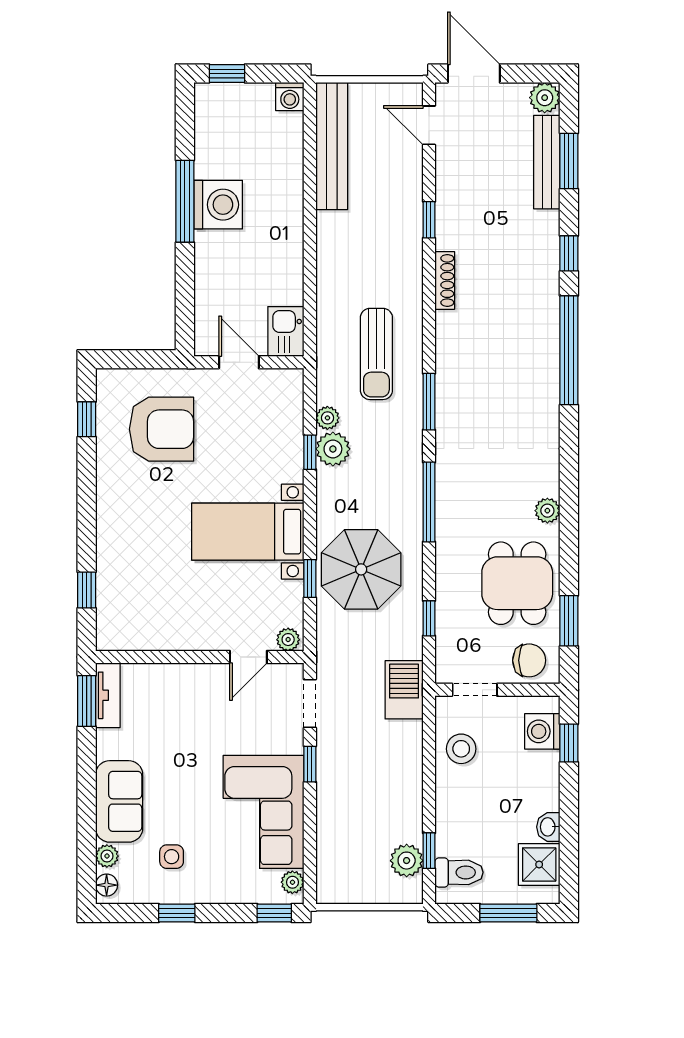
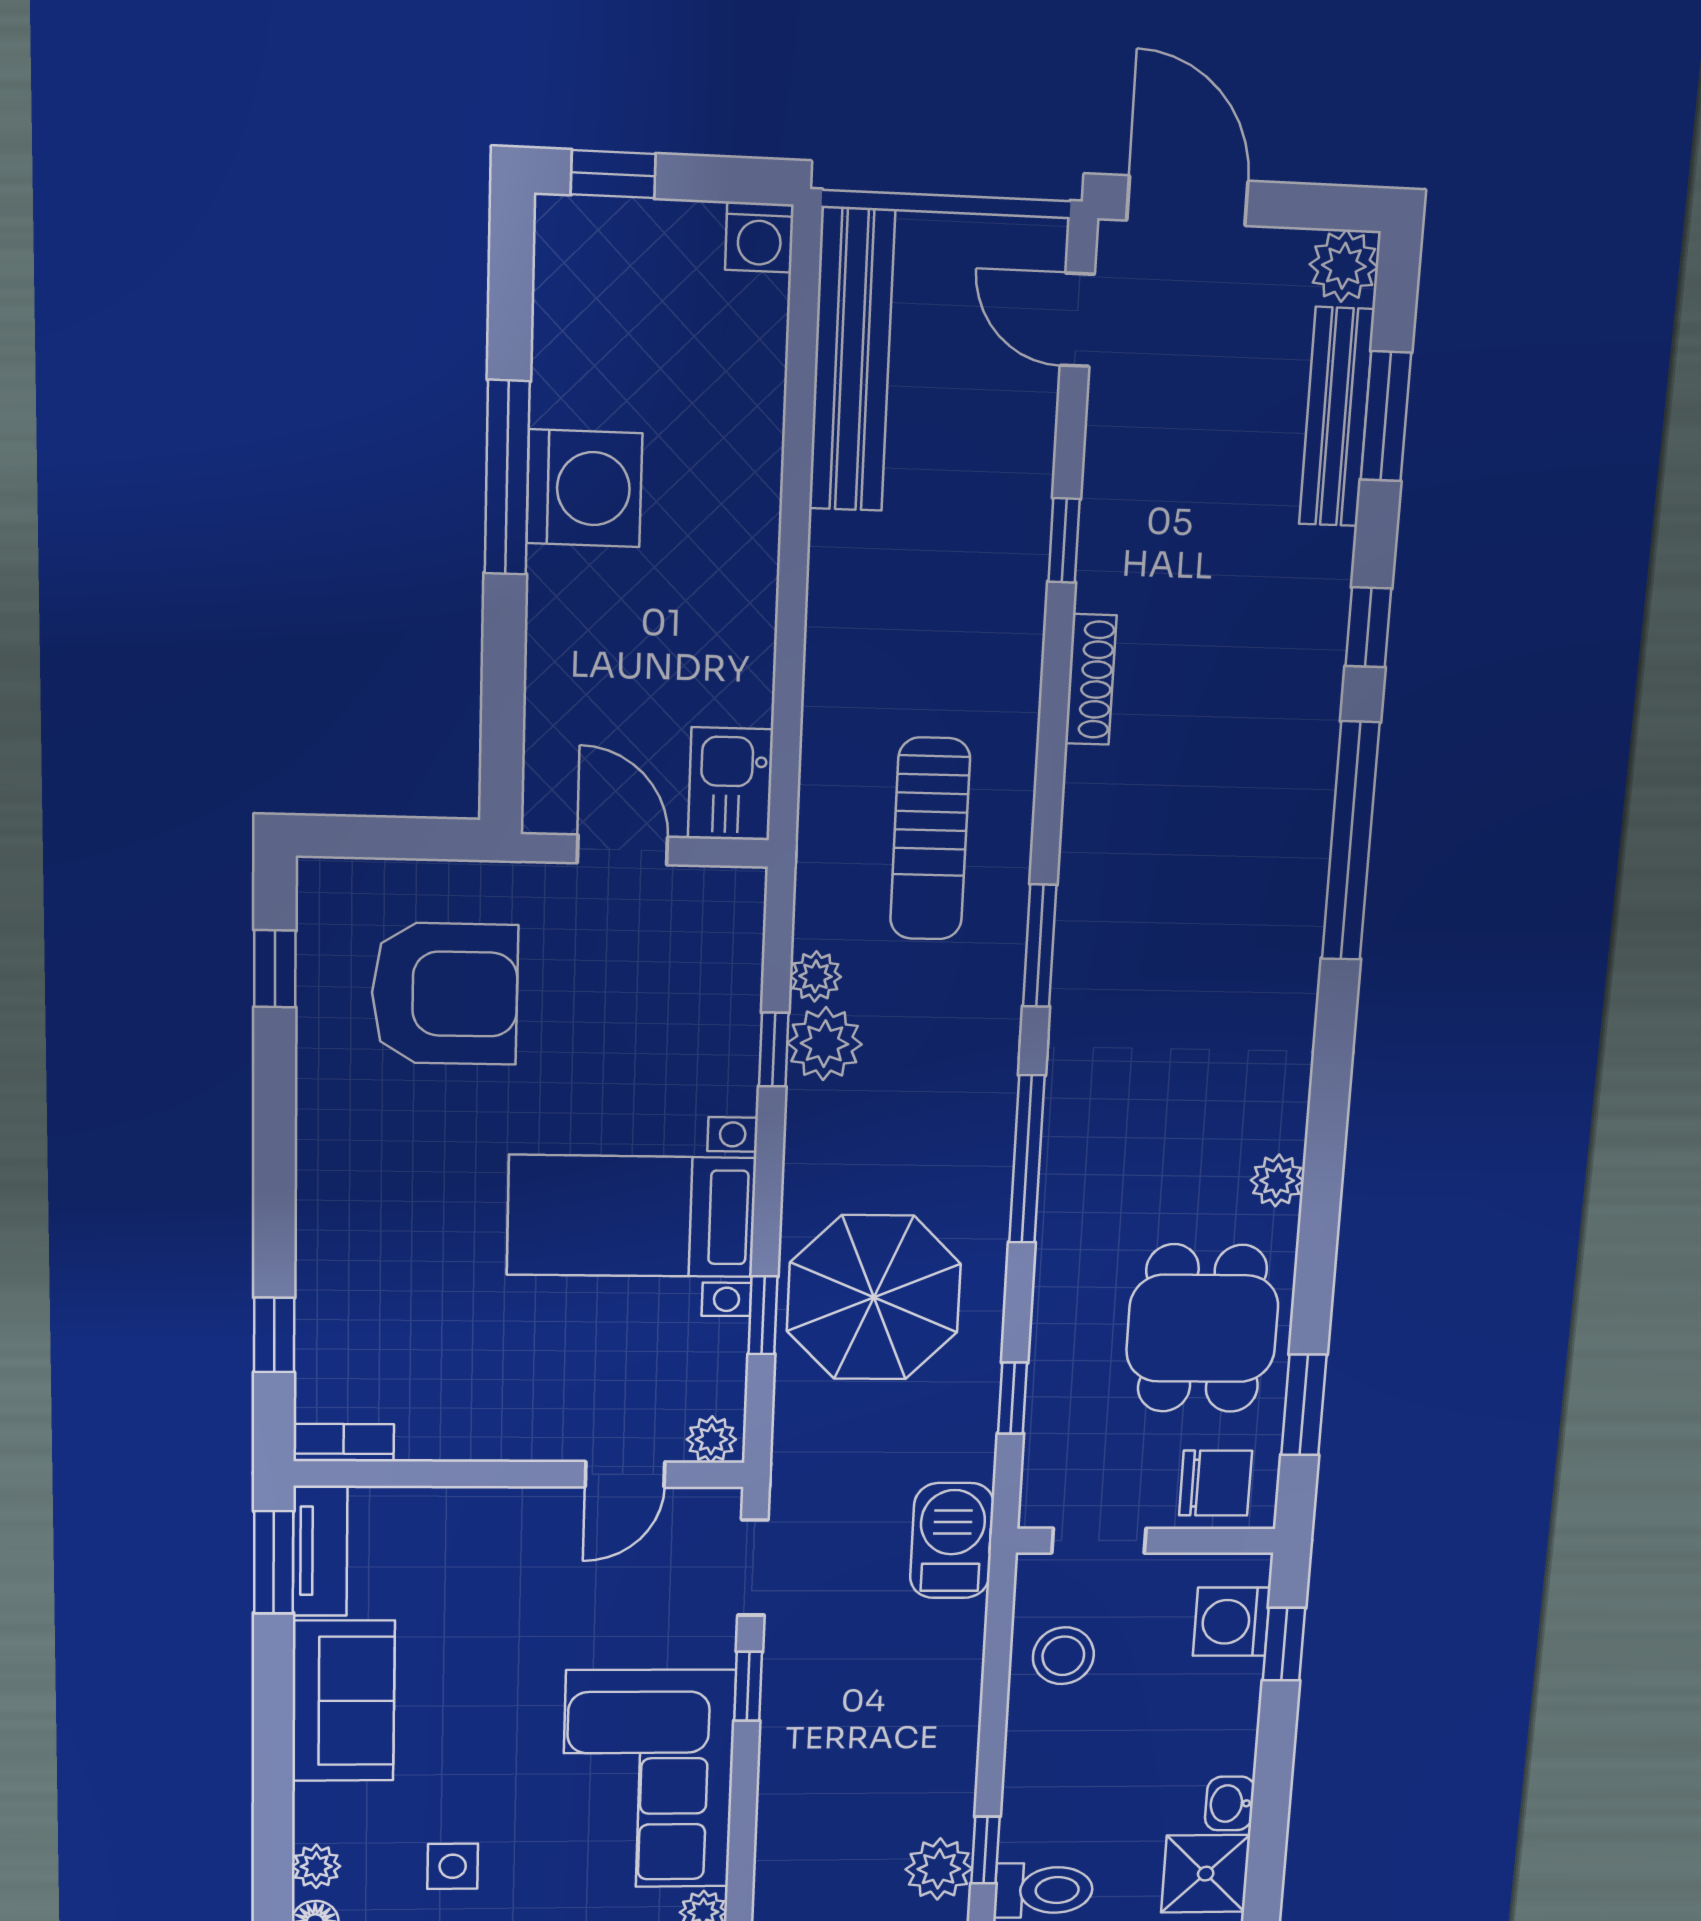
bookcase: (118, 642) -> (344, 1443), added
sofa: (119, 801) -> (343, 1701), moved

